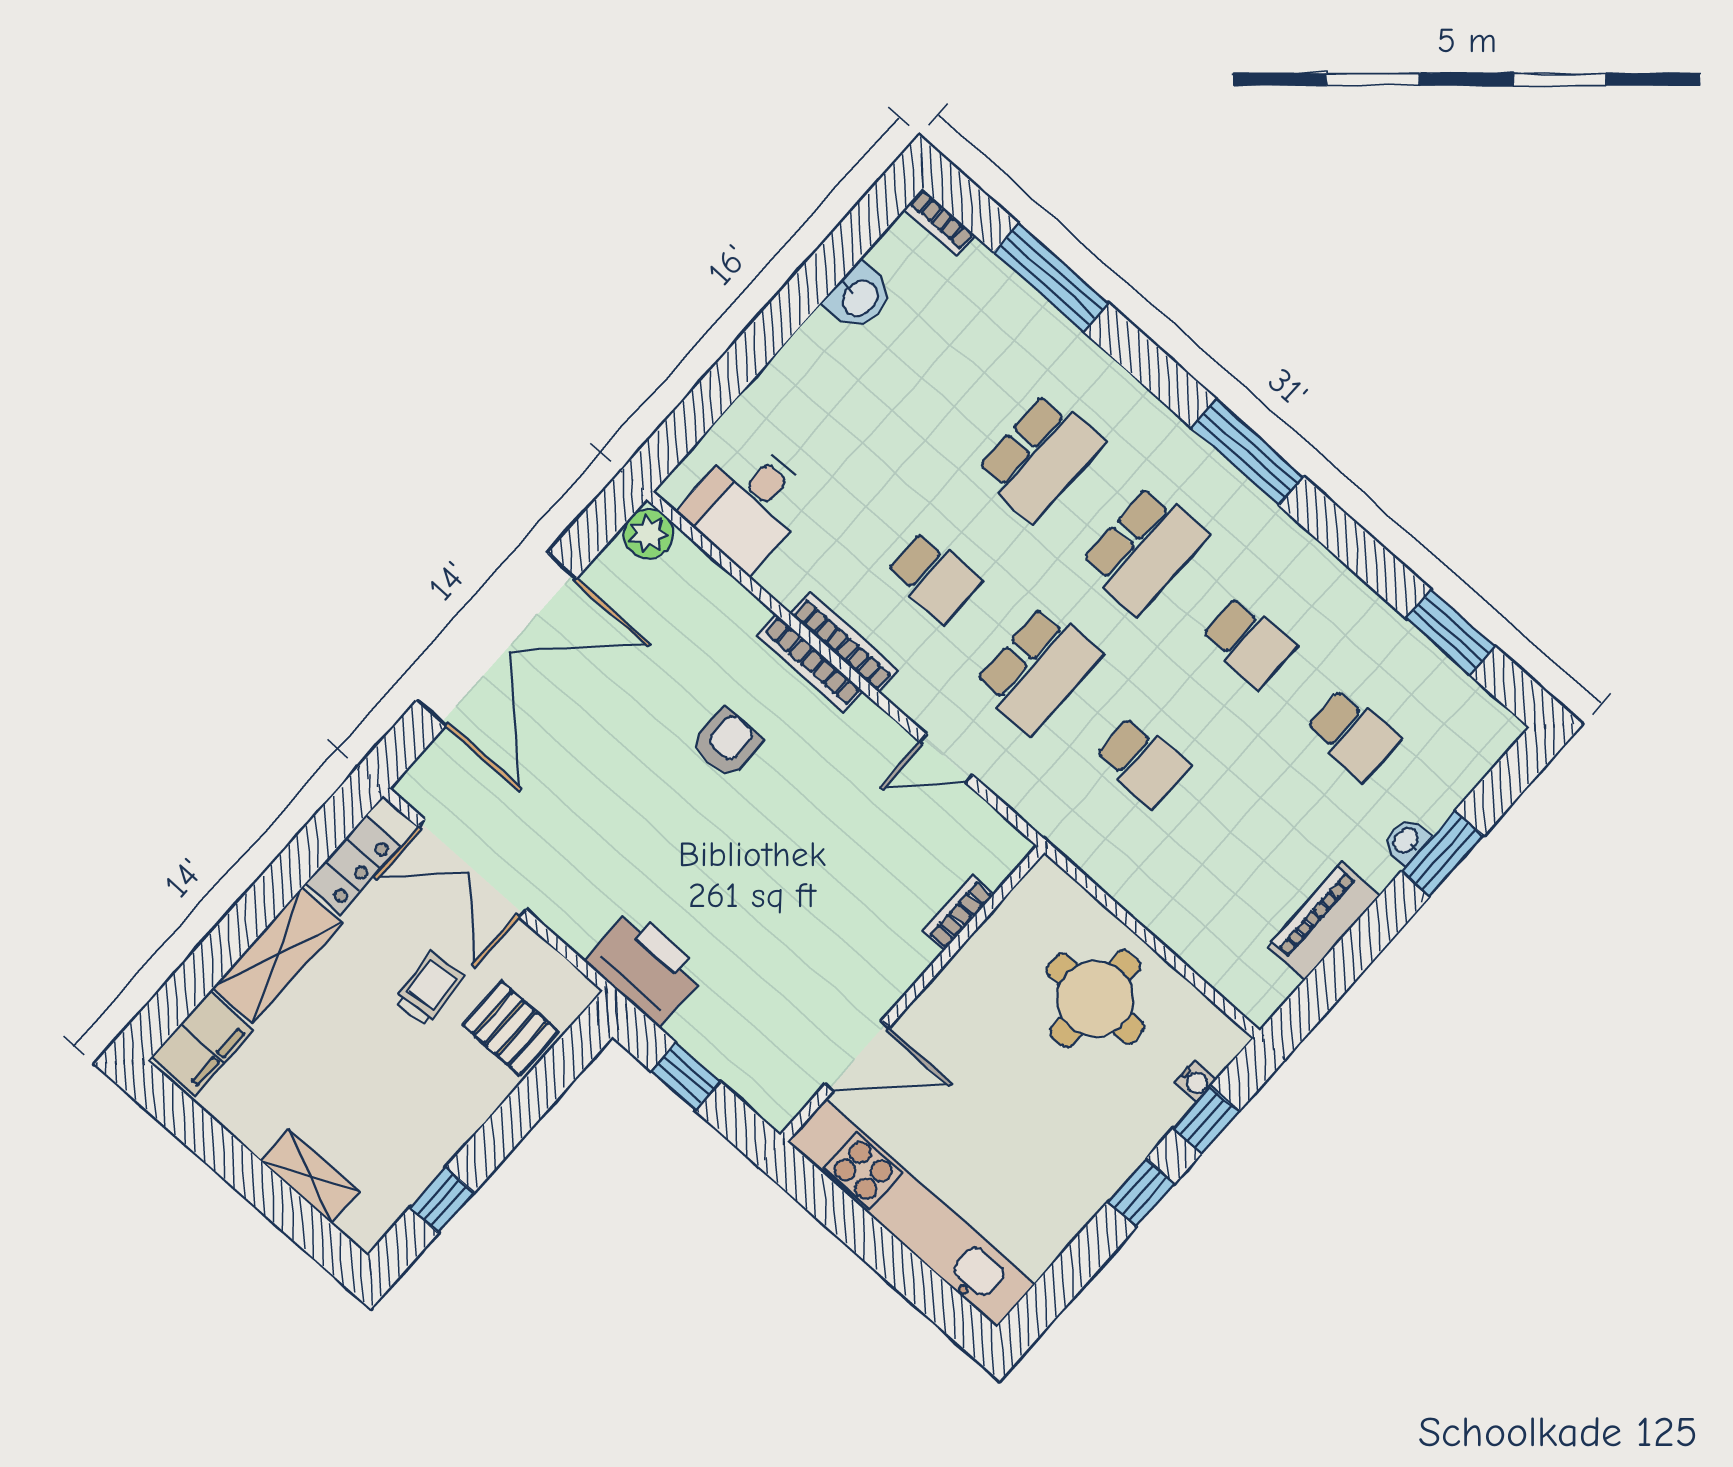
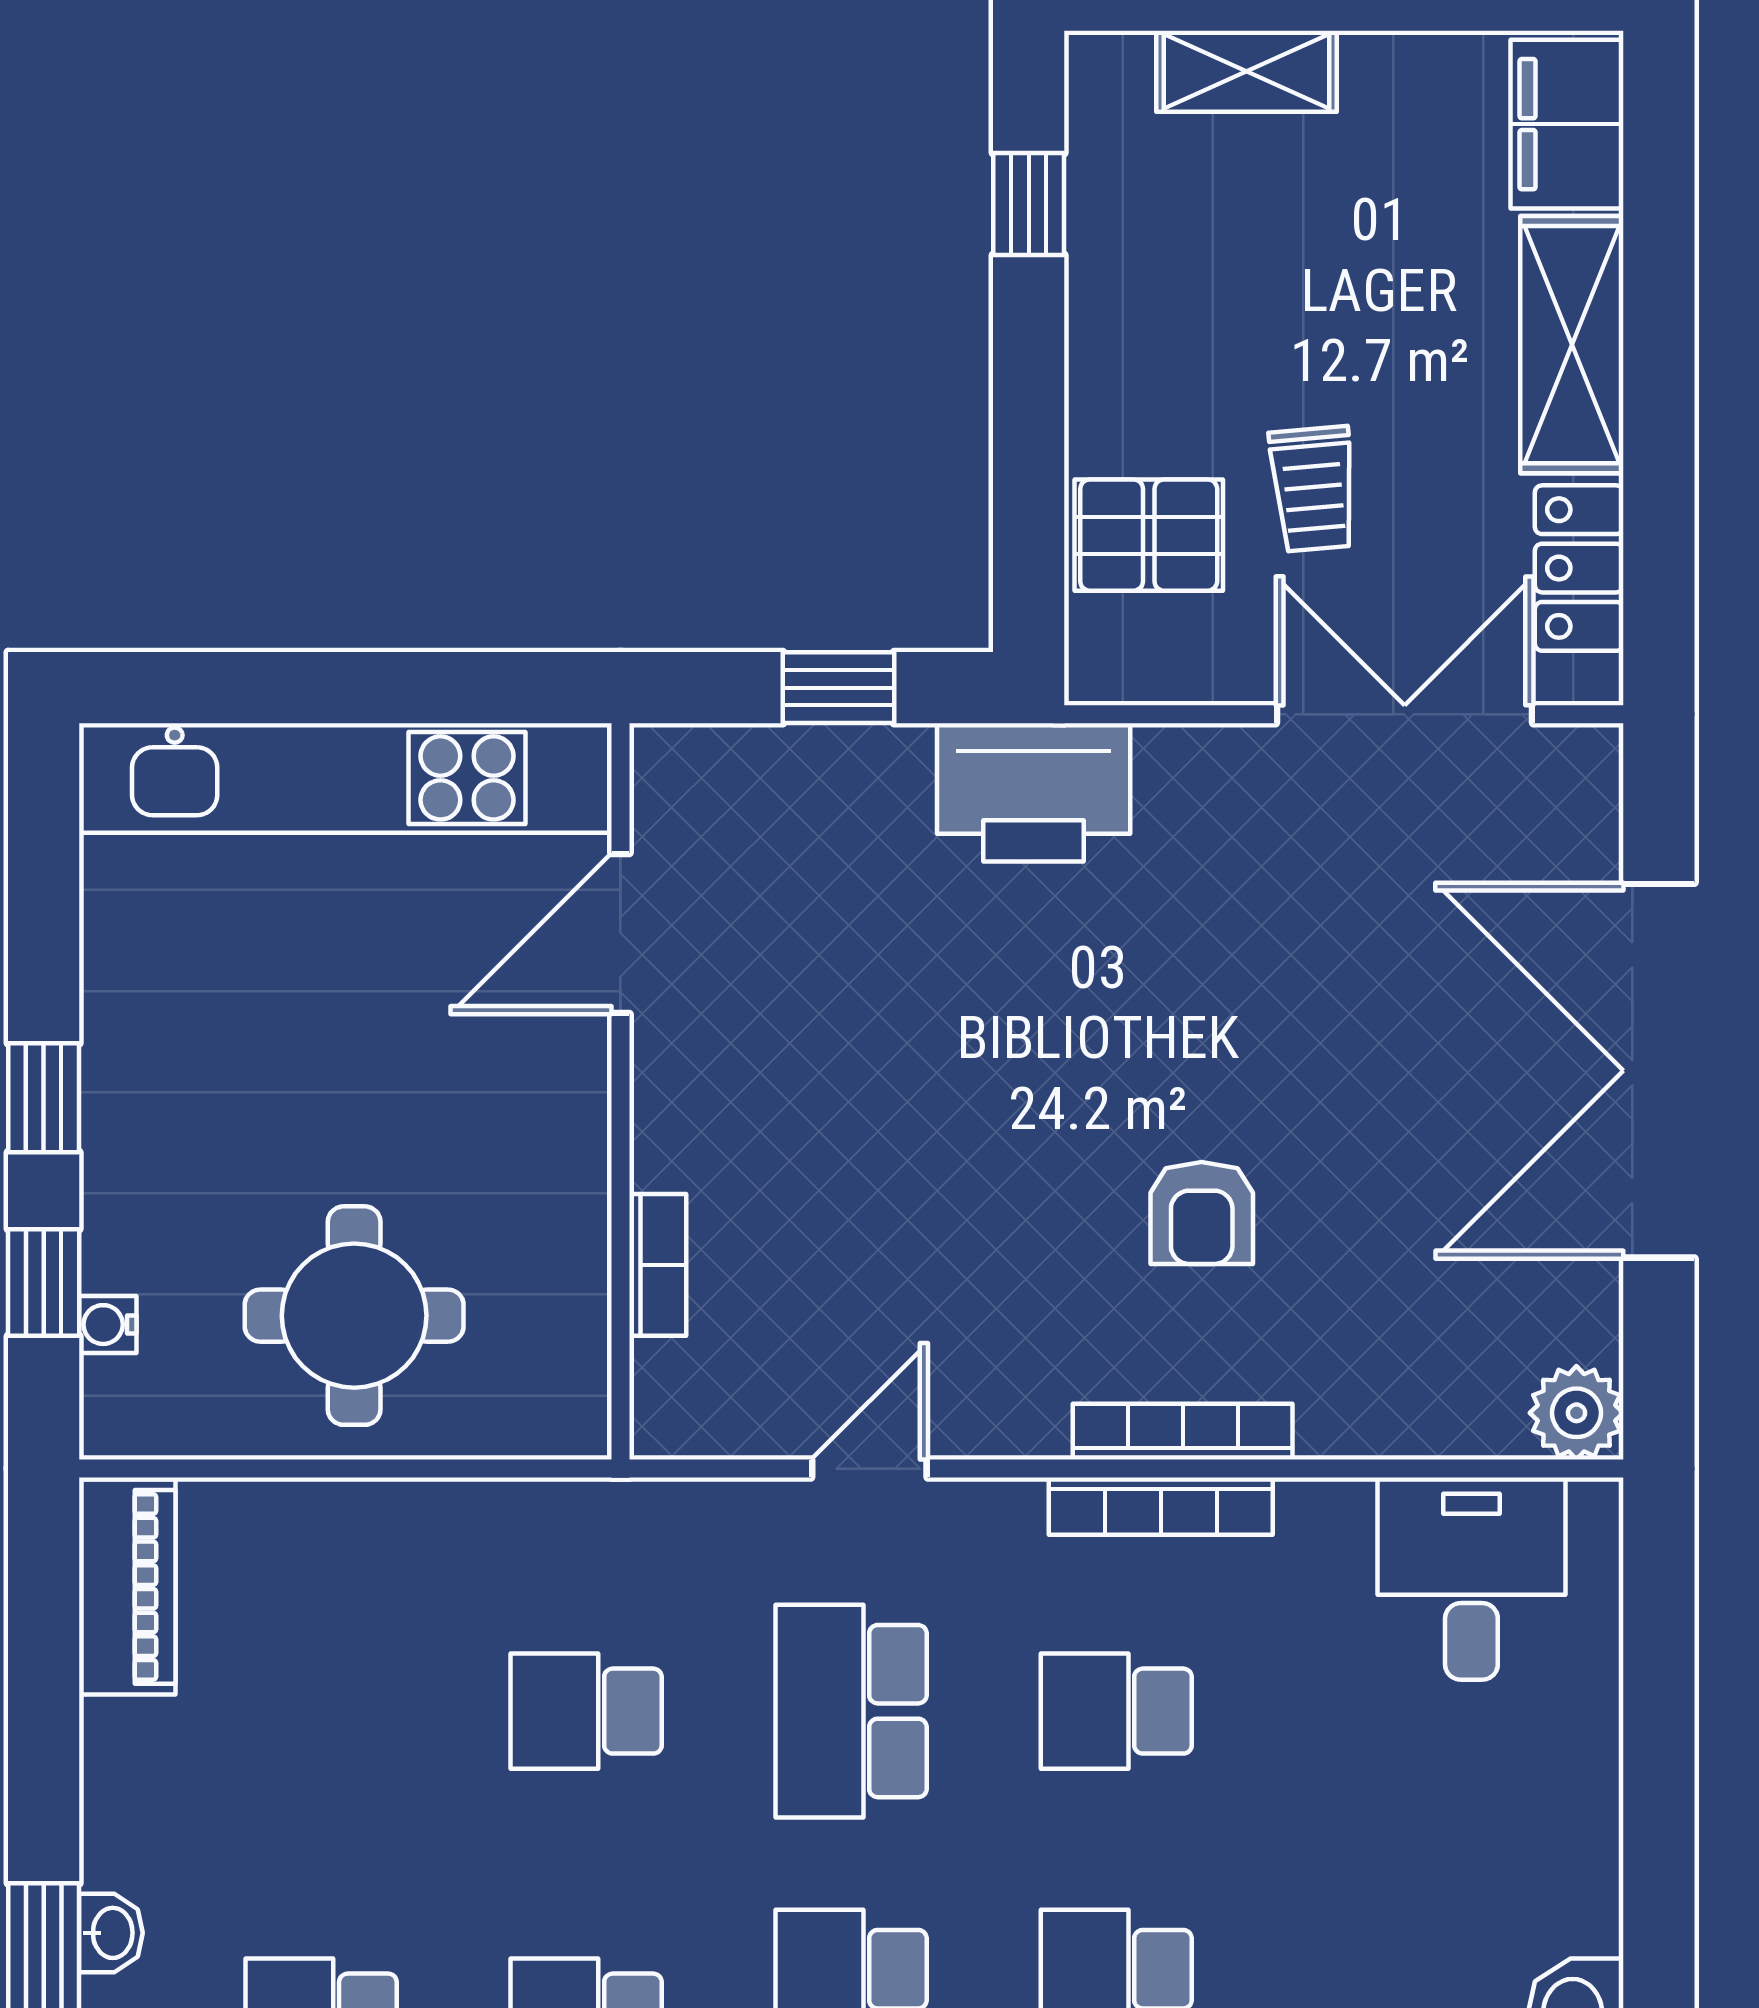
piano: (1324, 921) -> (127, 1587), moved

